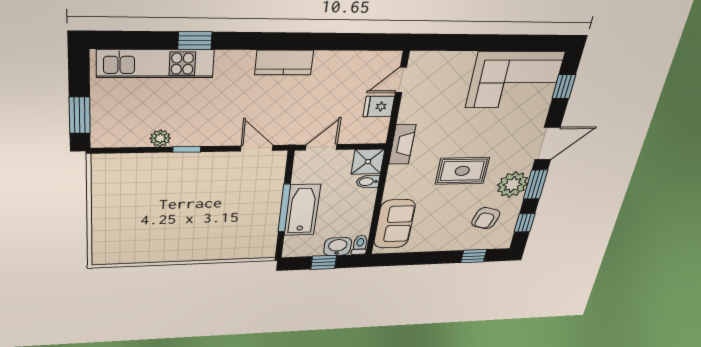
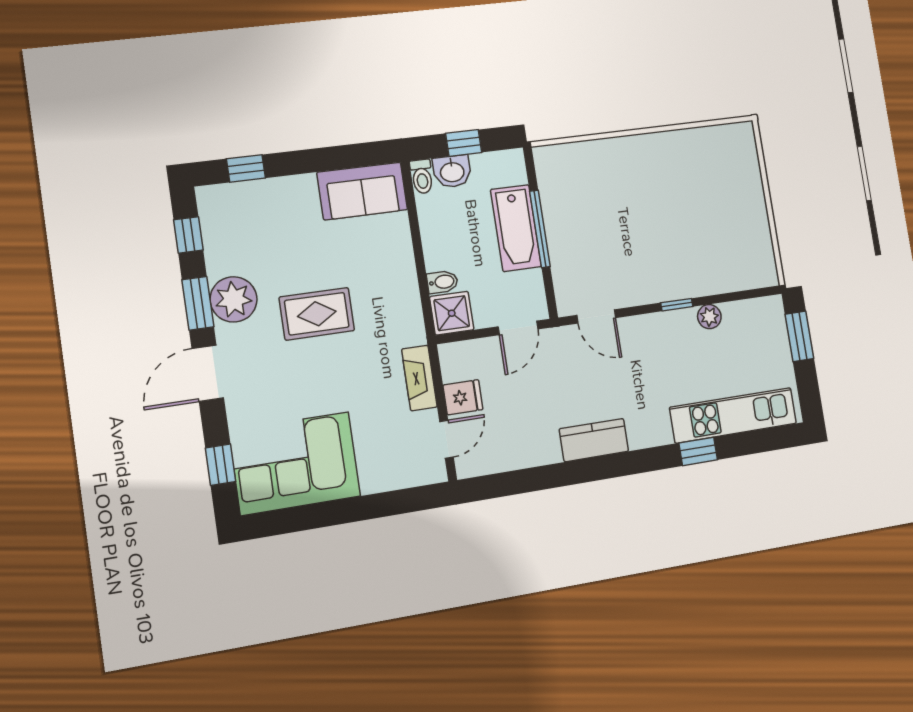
fireplace: (402, 144) -> (419, 378), moved
armchair: (486, 218) -> (252, 238), removed
sofa: (394, 224) -> (362, 191), moved, turned -90

